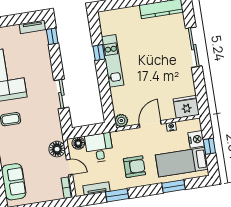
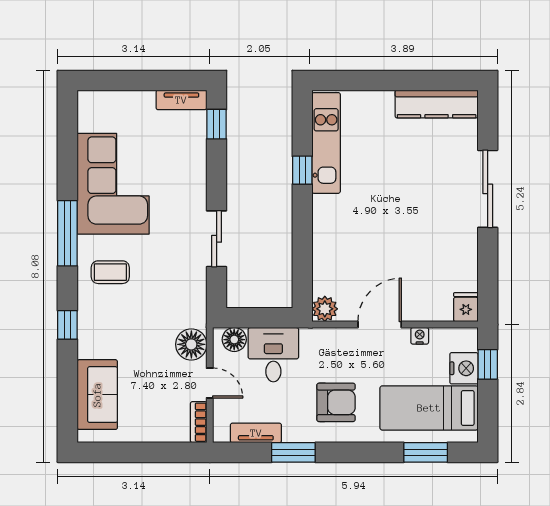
kitchen unit: (113, 61) -> (326, 143), moved
fridge: (186, 107) -> (466, 307), width x0.53, depth x0.75
window: (209, 146) -> (488, 364), moved
window: (173, 186) -> (426, 452), moved

